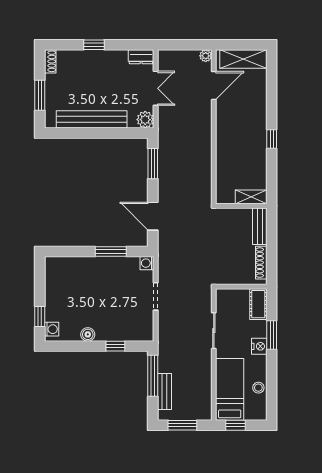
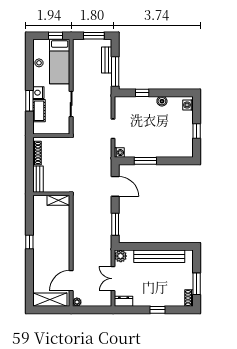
window: (40, 95) -> (197, 284), moved
shelving: (251, 197) -> (58, 200), moved
cot: (258, 304) -> (39, 111), moved
window: (40, 317) -> (197, 131), moved

